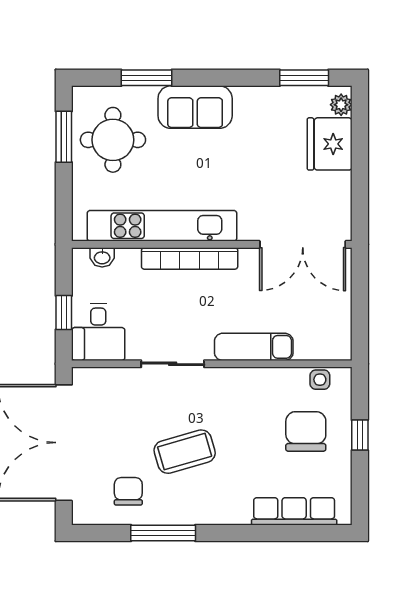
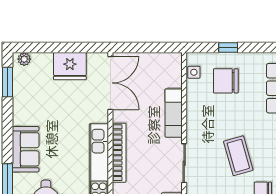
fridge: (330, 144) -> (70, 66), moved

